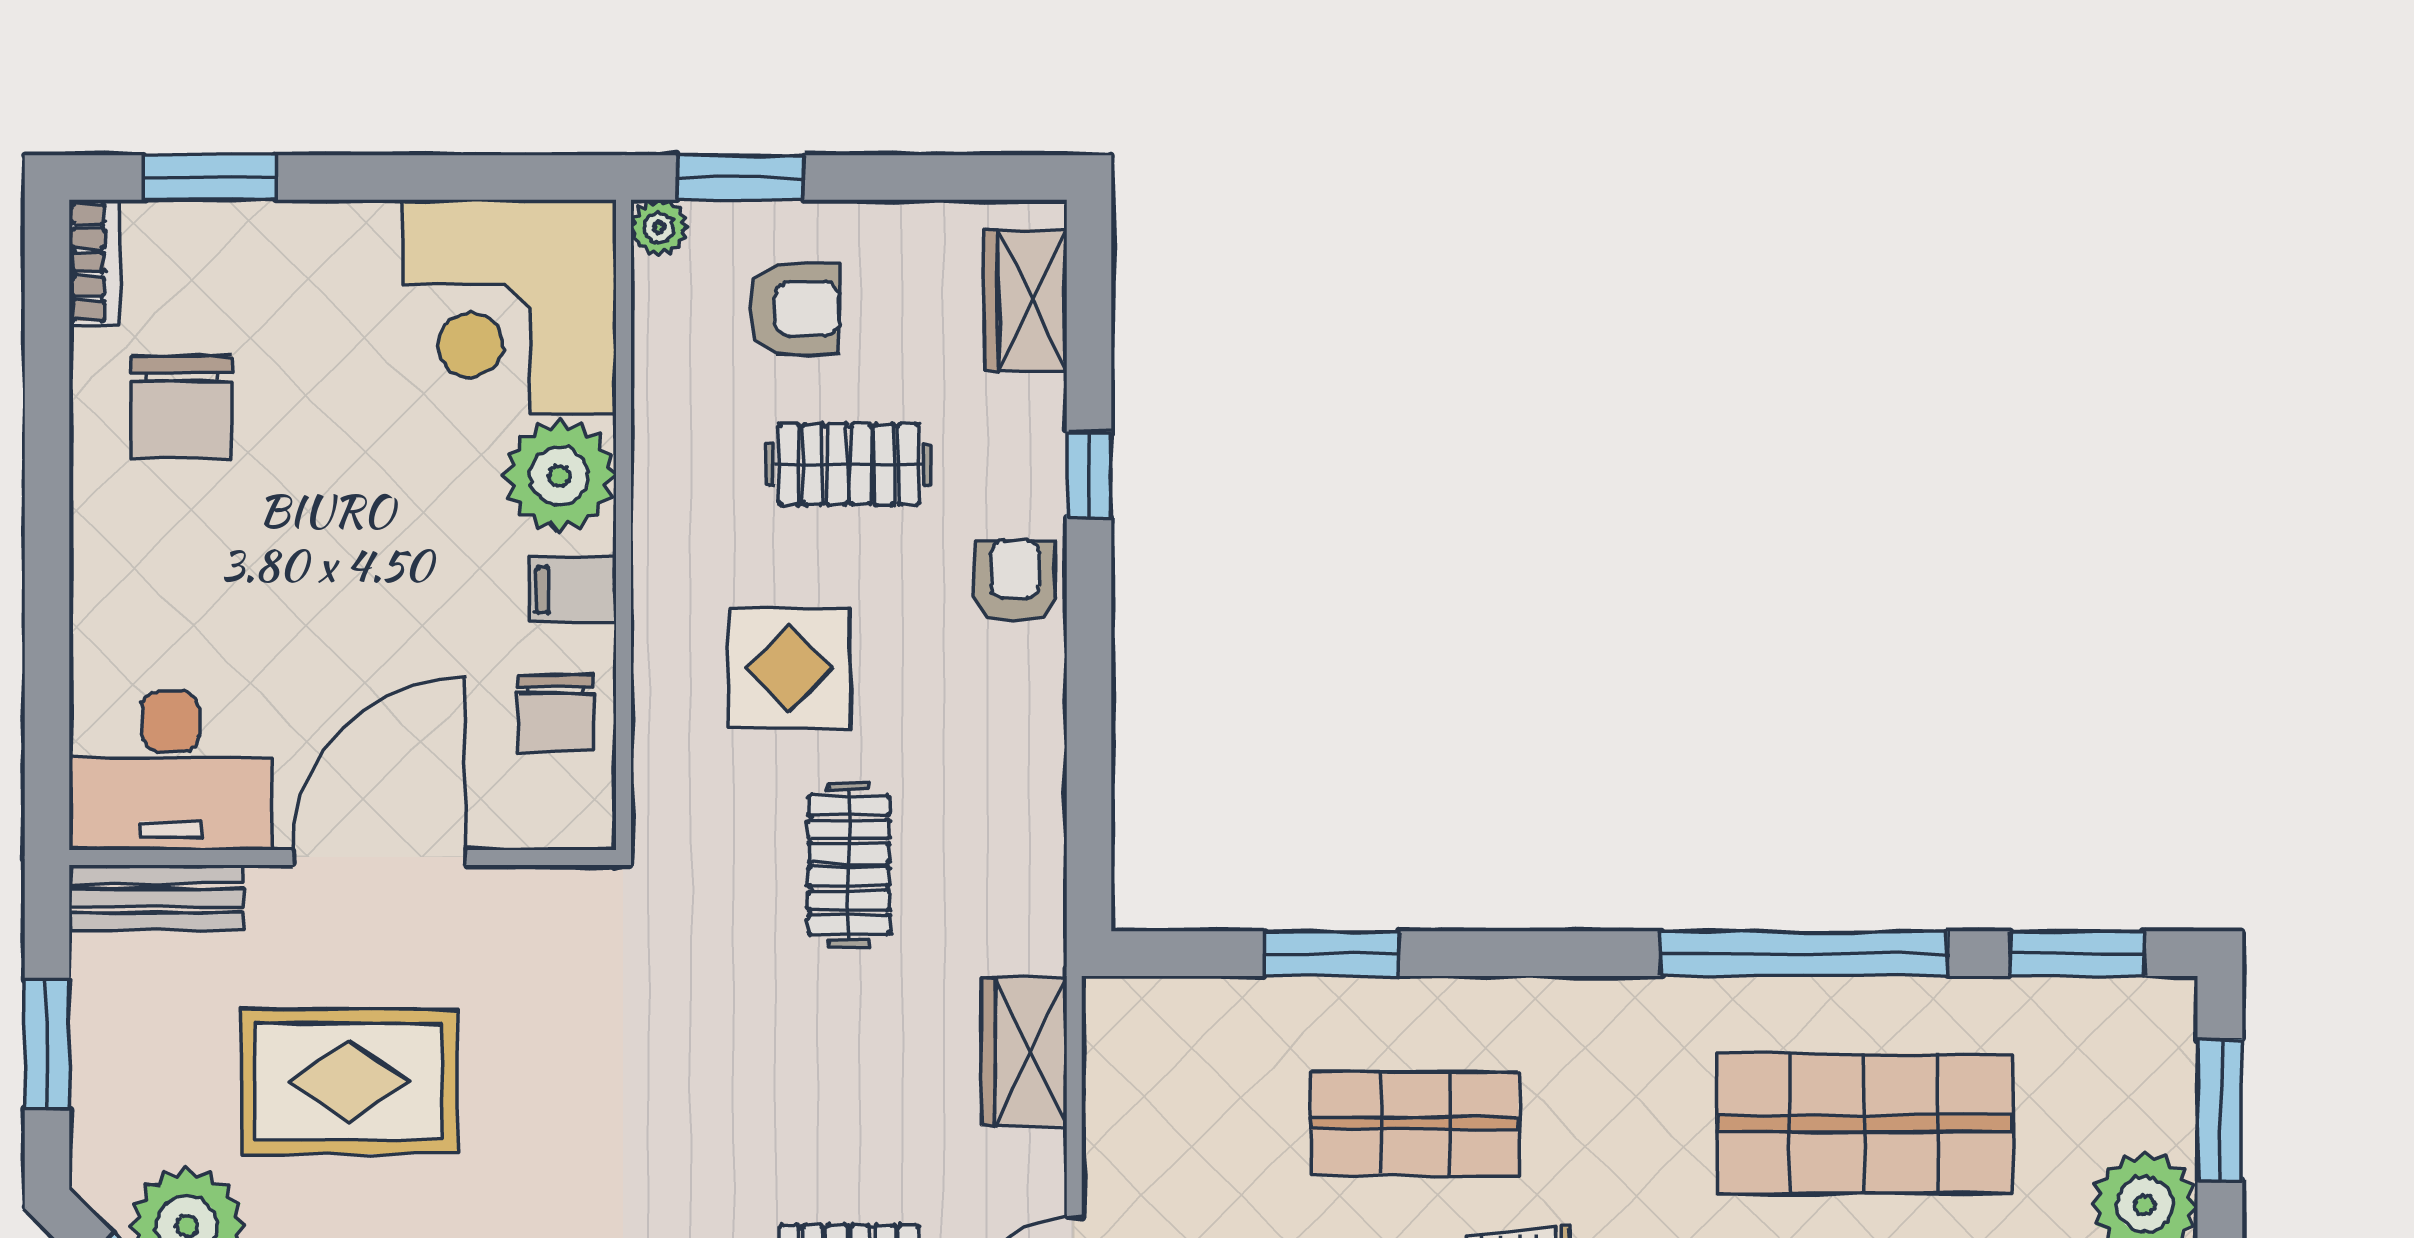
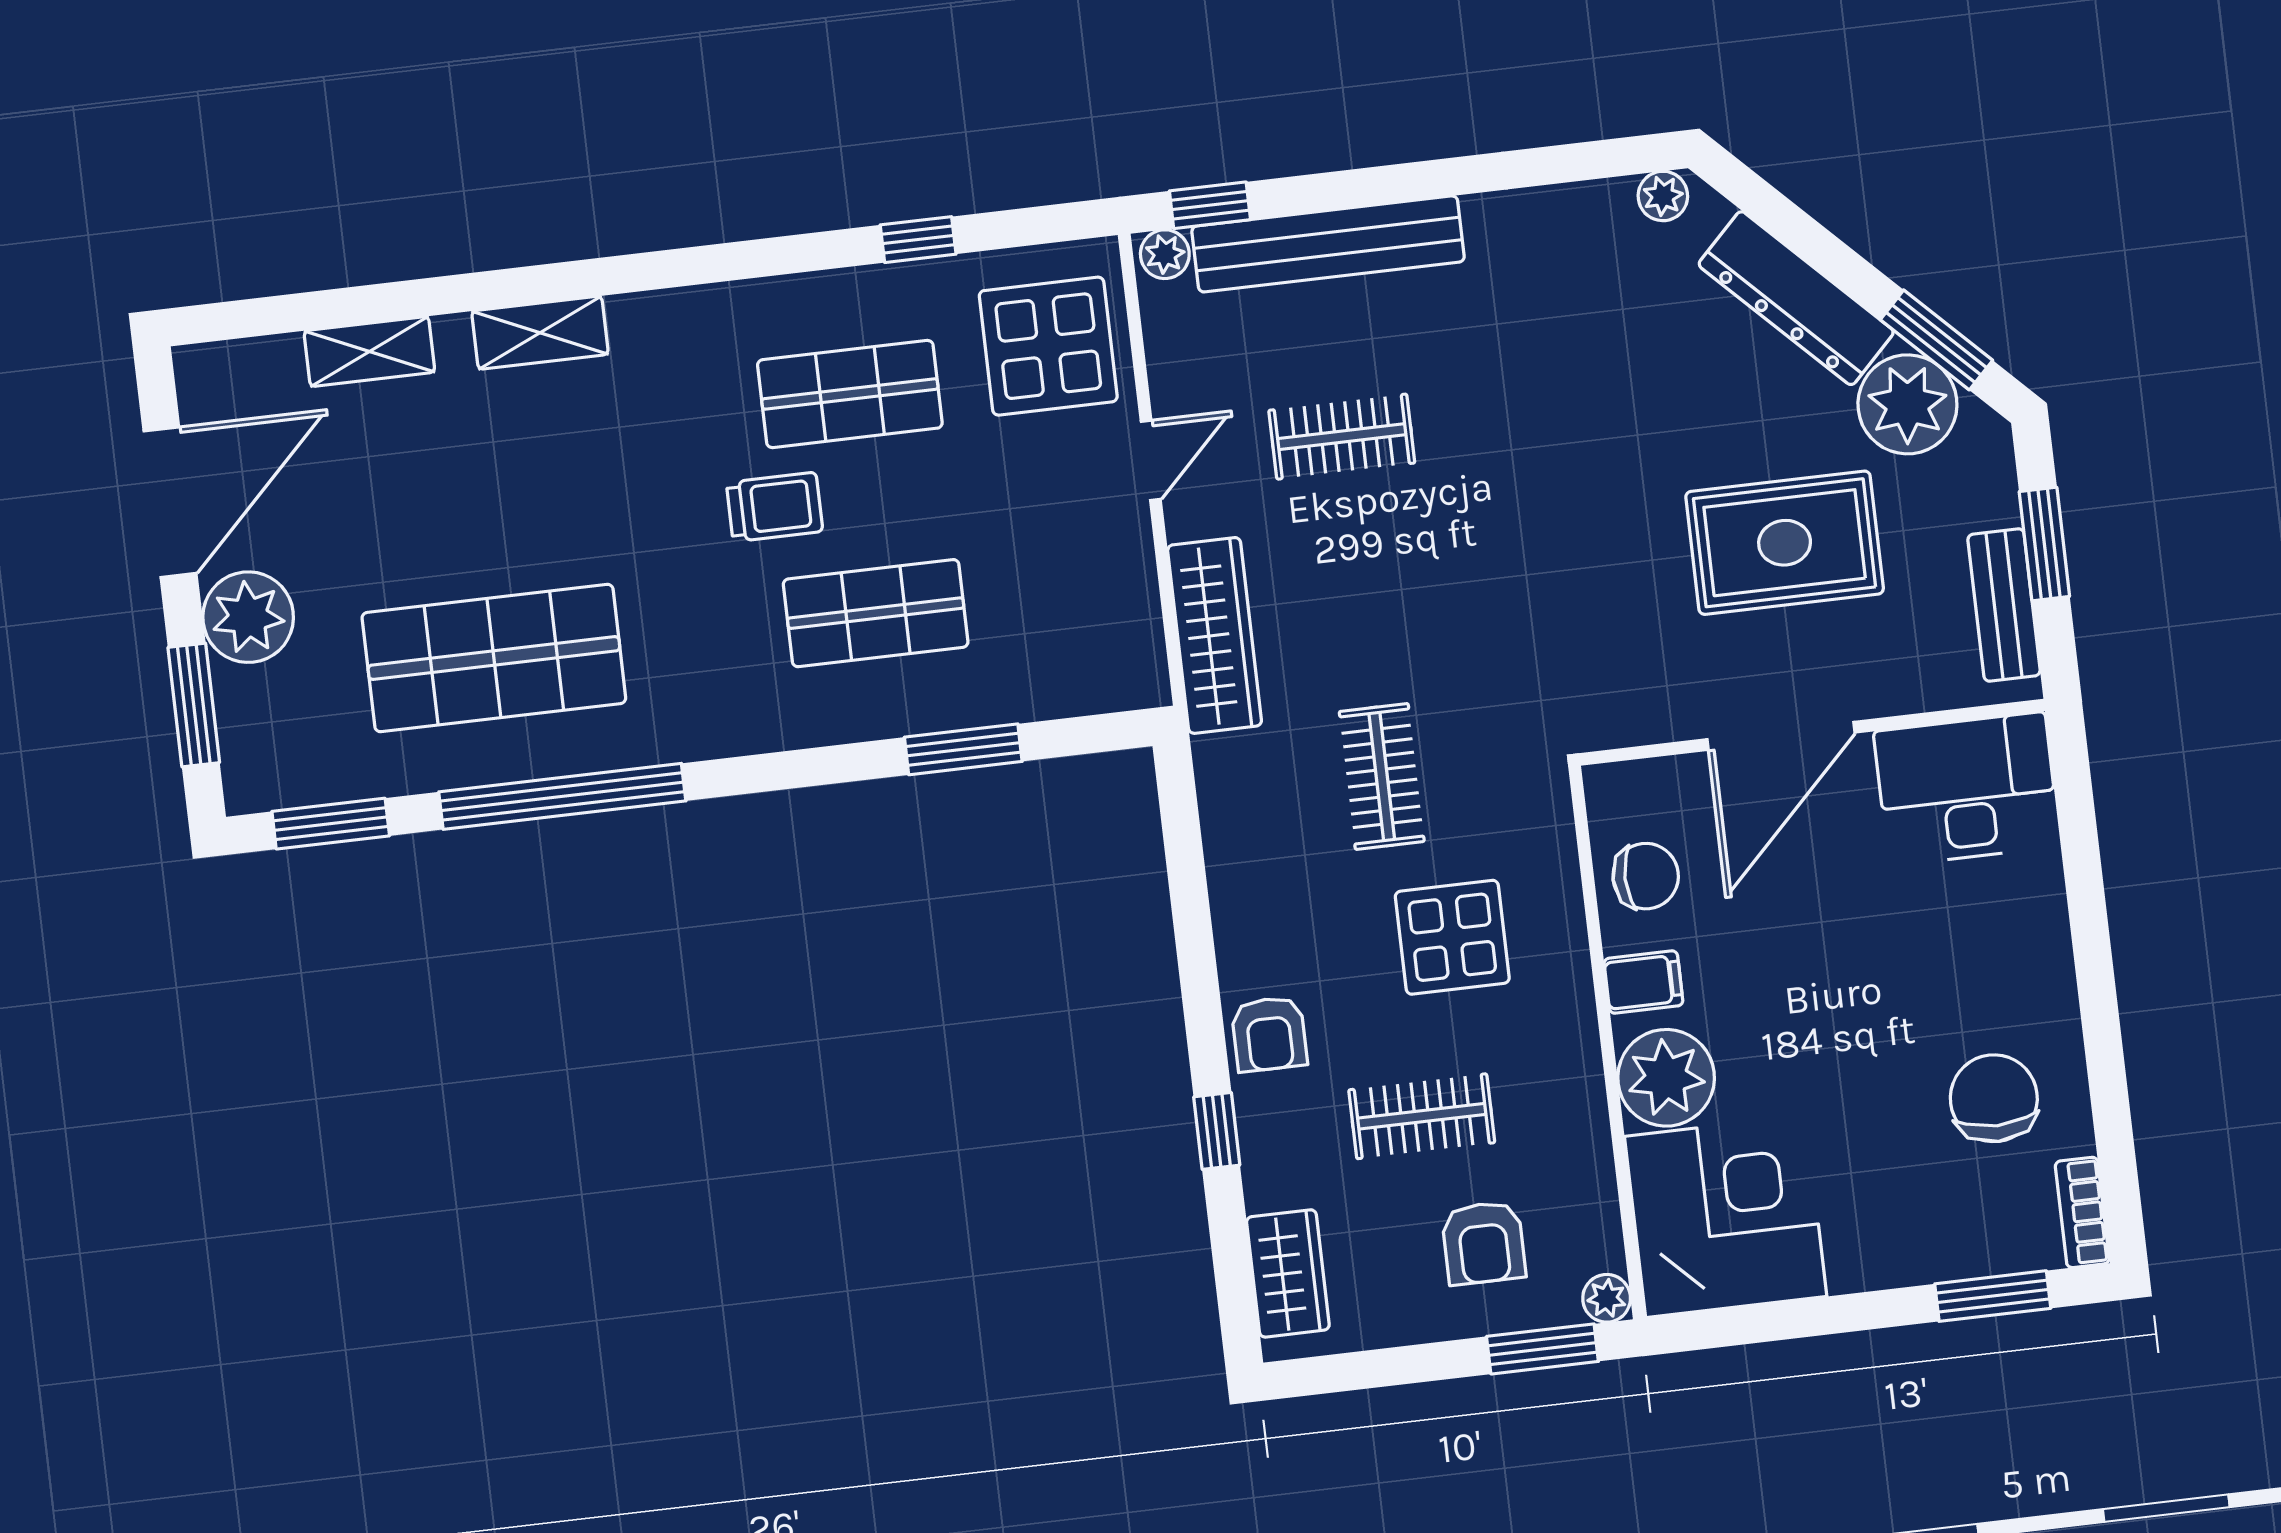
armchair: (794, 309) -> (1484, 1243), turned -90
chair: (556, 713) -> (1646, 876), turned 90
bench: (157, 898) -> (2004, 605), moved, turned 90
wardrobe: (1024, 1052) -> (1215, 635), width x1.50

